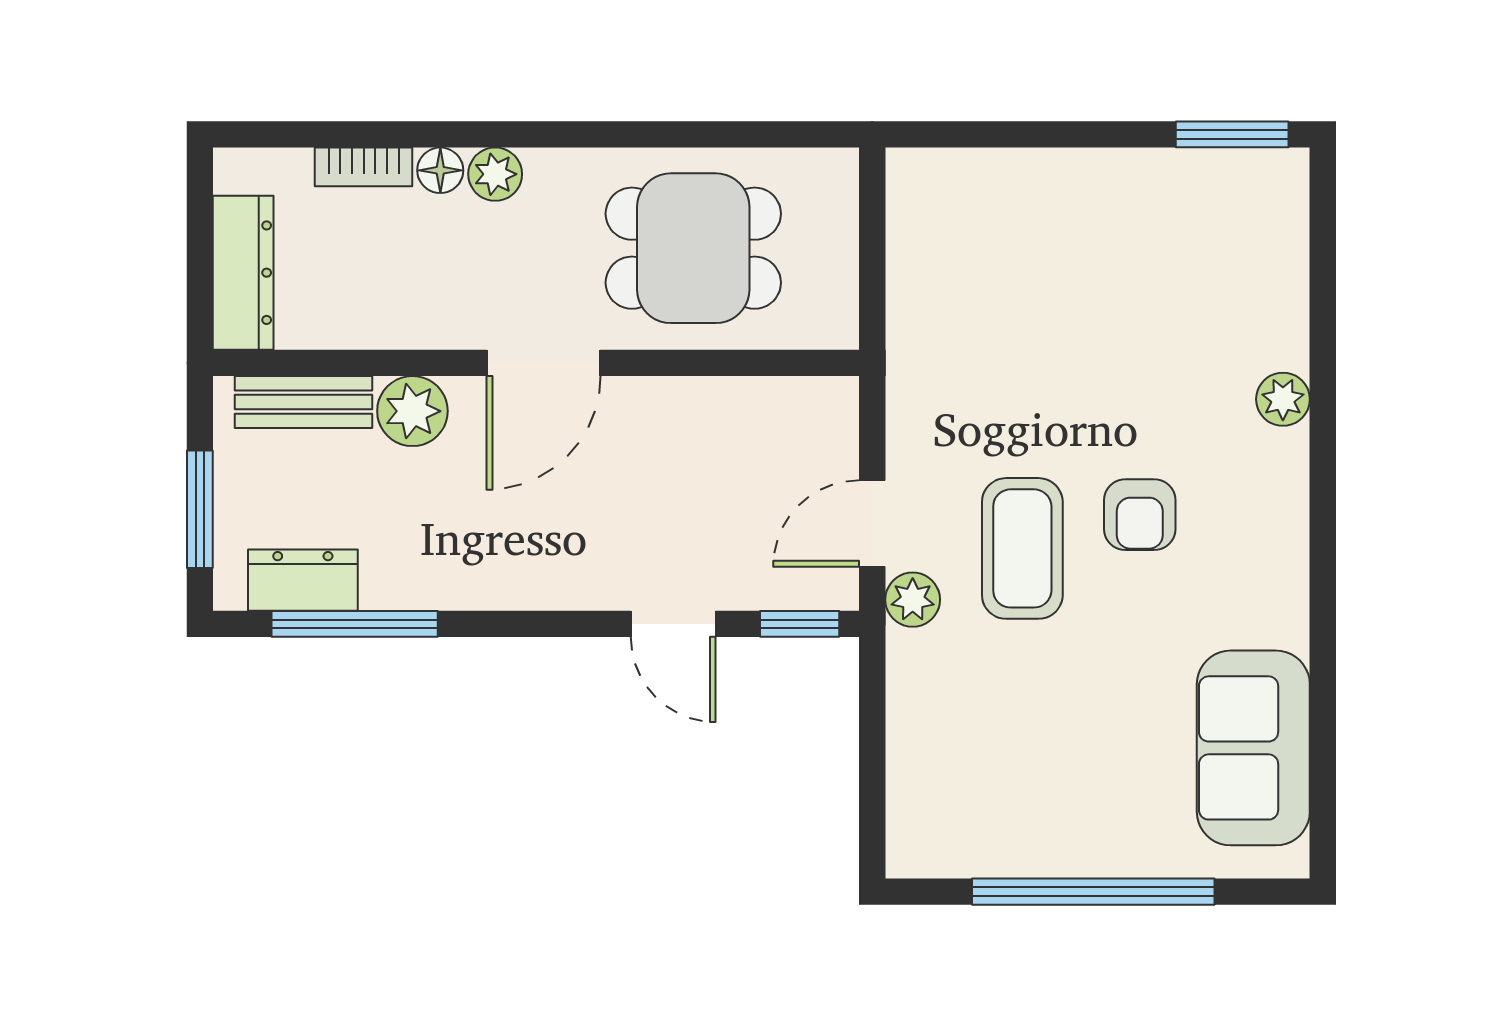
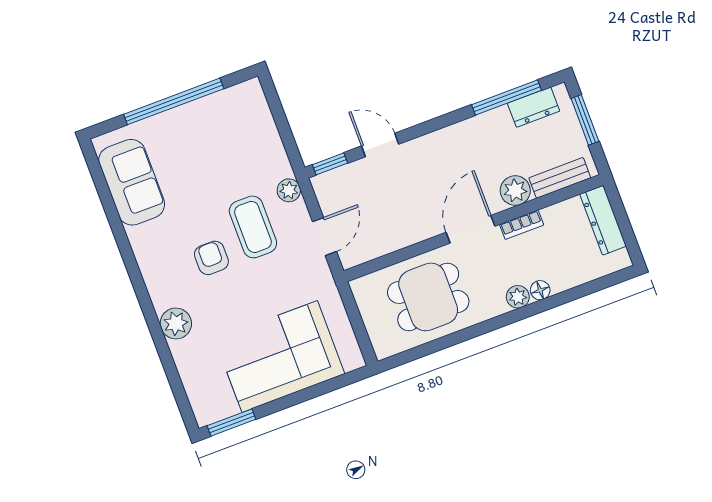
bookcase: (364, 167) -> (522, 225), moved, turned 180
corner sofa: (1071, 240) -> (280, 357), added
plant: (1283, 399) -> (176, 323), width x1.38, depth x1.38
door: (872, 524) -> (324, 237), moved

